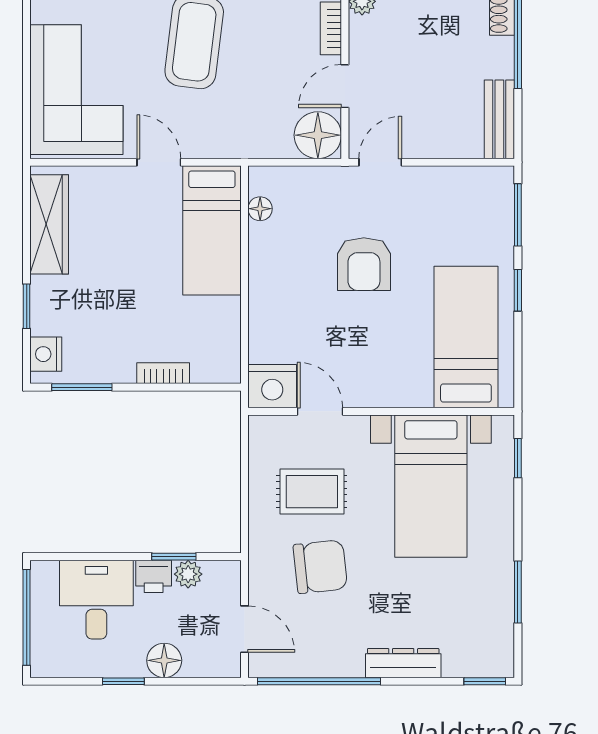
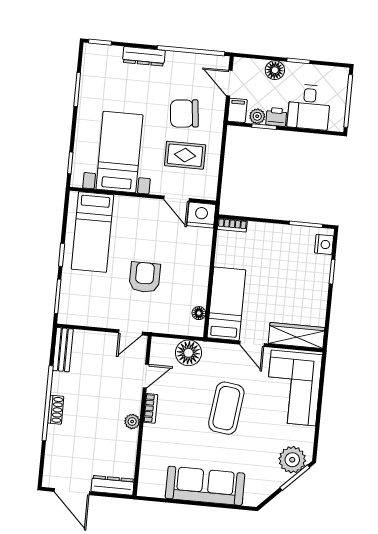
floor lamp: (318, 135) -> (188, 353), moved
wardrobe: (49, 224) -> (297, 335), moved, turned 90
bookcase: (163, 373) -> (232, 225), moved
filing cabinet: (225, 581) -> (237, 110), added

